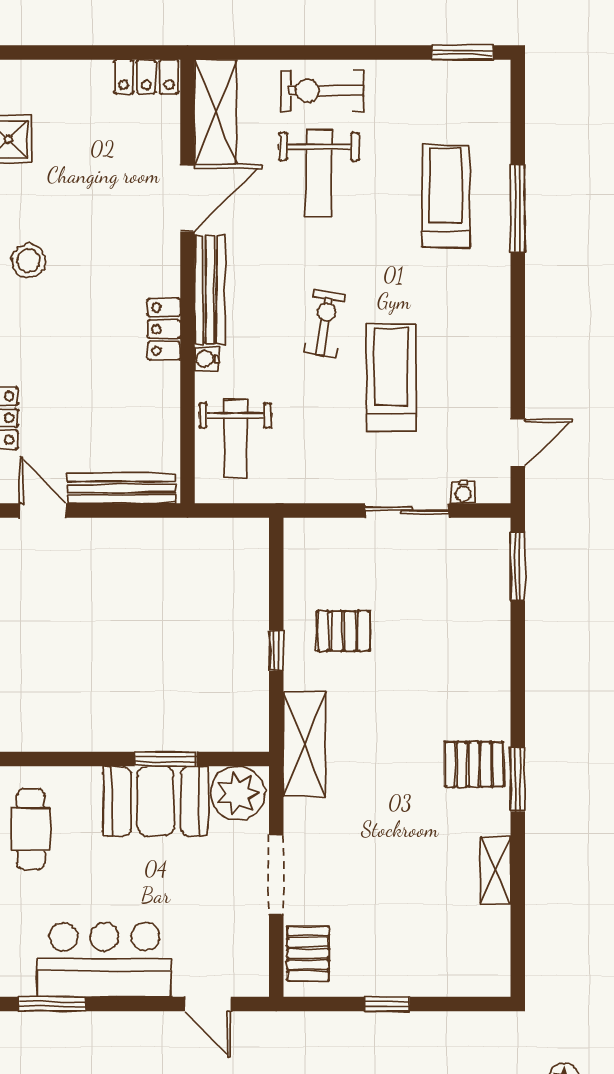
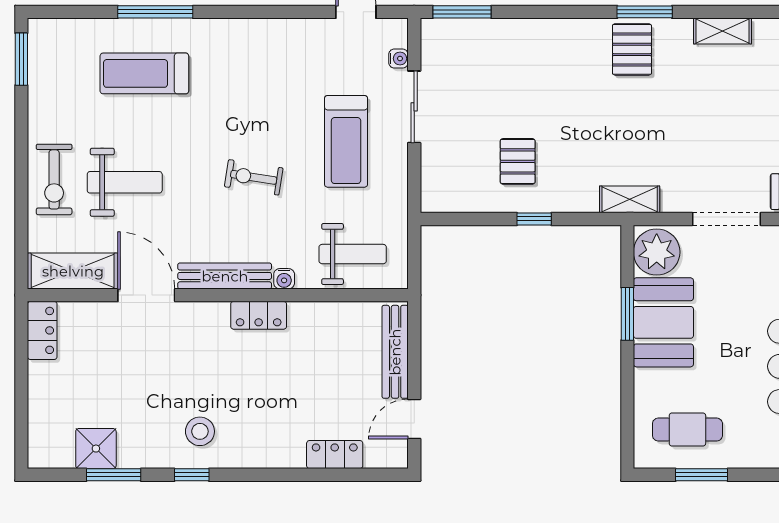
treadmill: (391, 377) -> (346, 141), moved, turned -90
shelving: (304, 744) -> (630, 199), width x0.67, depth x0.75

